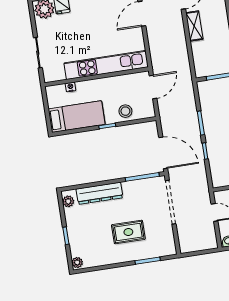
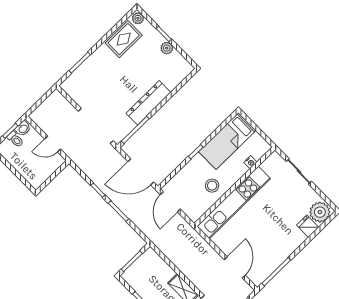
door: (153, 87) -> (170, 202), moved
stool: (125, 111) -> (212, 186), moved
door: (163, 153) -> (141, 172), moved
dresser: (100, 193) -> (148, 103), moved
plant: (68, 201) -> (167, 48), moved
rug: (128, 232) -> (124, 39), moved

